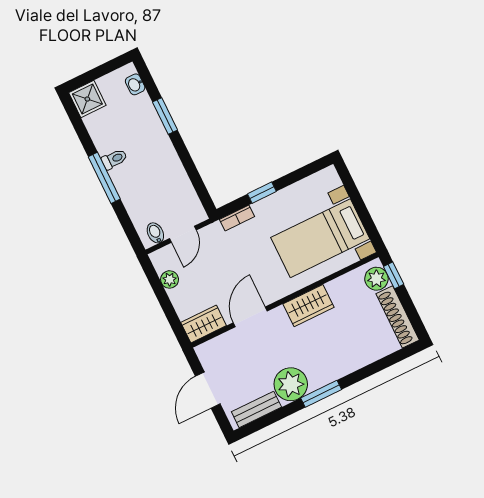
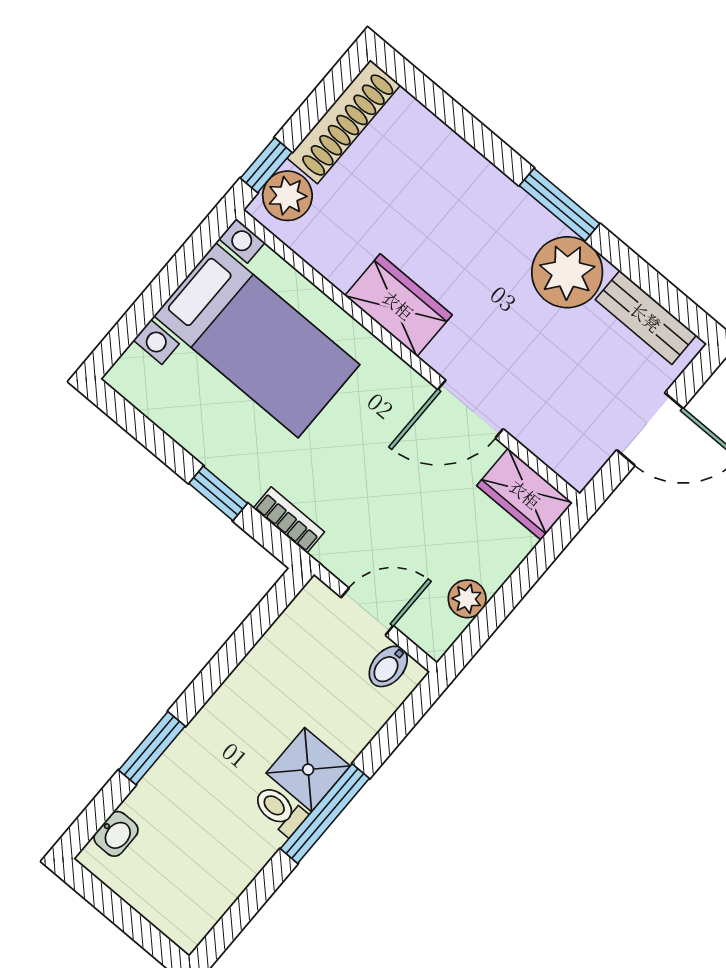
shower: (87, 99) -> (308, 770), moved

